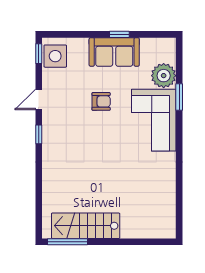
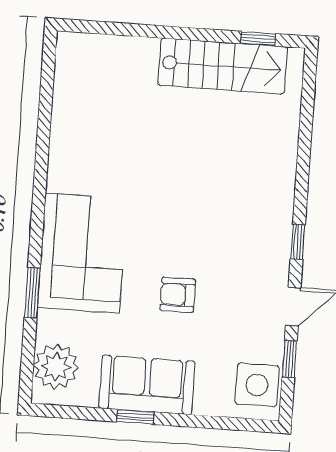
window: (39, 54) -> (290, 359), moved
plant: (164, 76) -> (56, 367), moved
window: (68, 242) -> (258, 39), width x0.46

